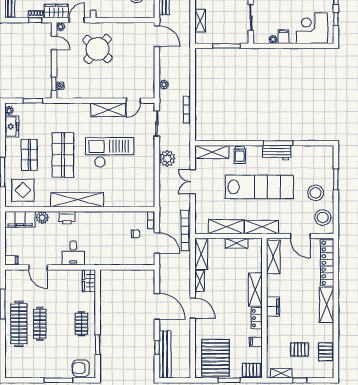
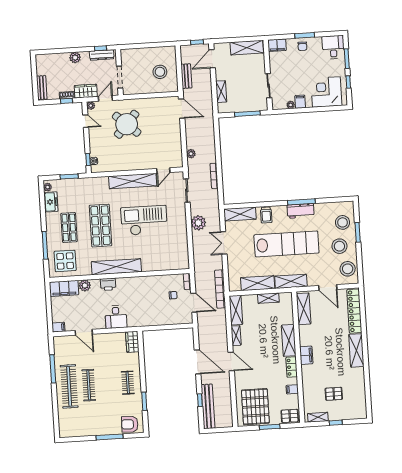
shelving: (108, 110) -> (133, 181), width x1.47
stool: (320, 168) -> (342, 222), added
pallet: (326, 352) -> (358, 395), removed

